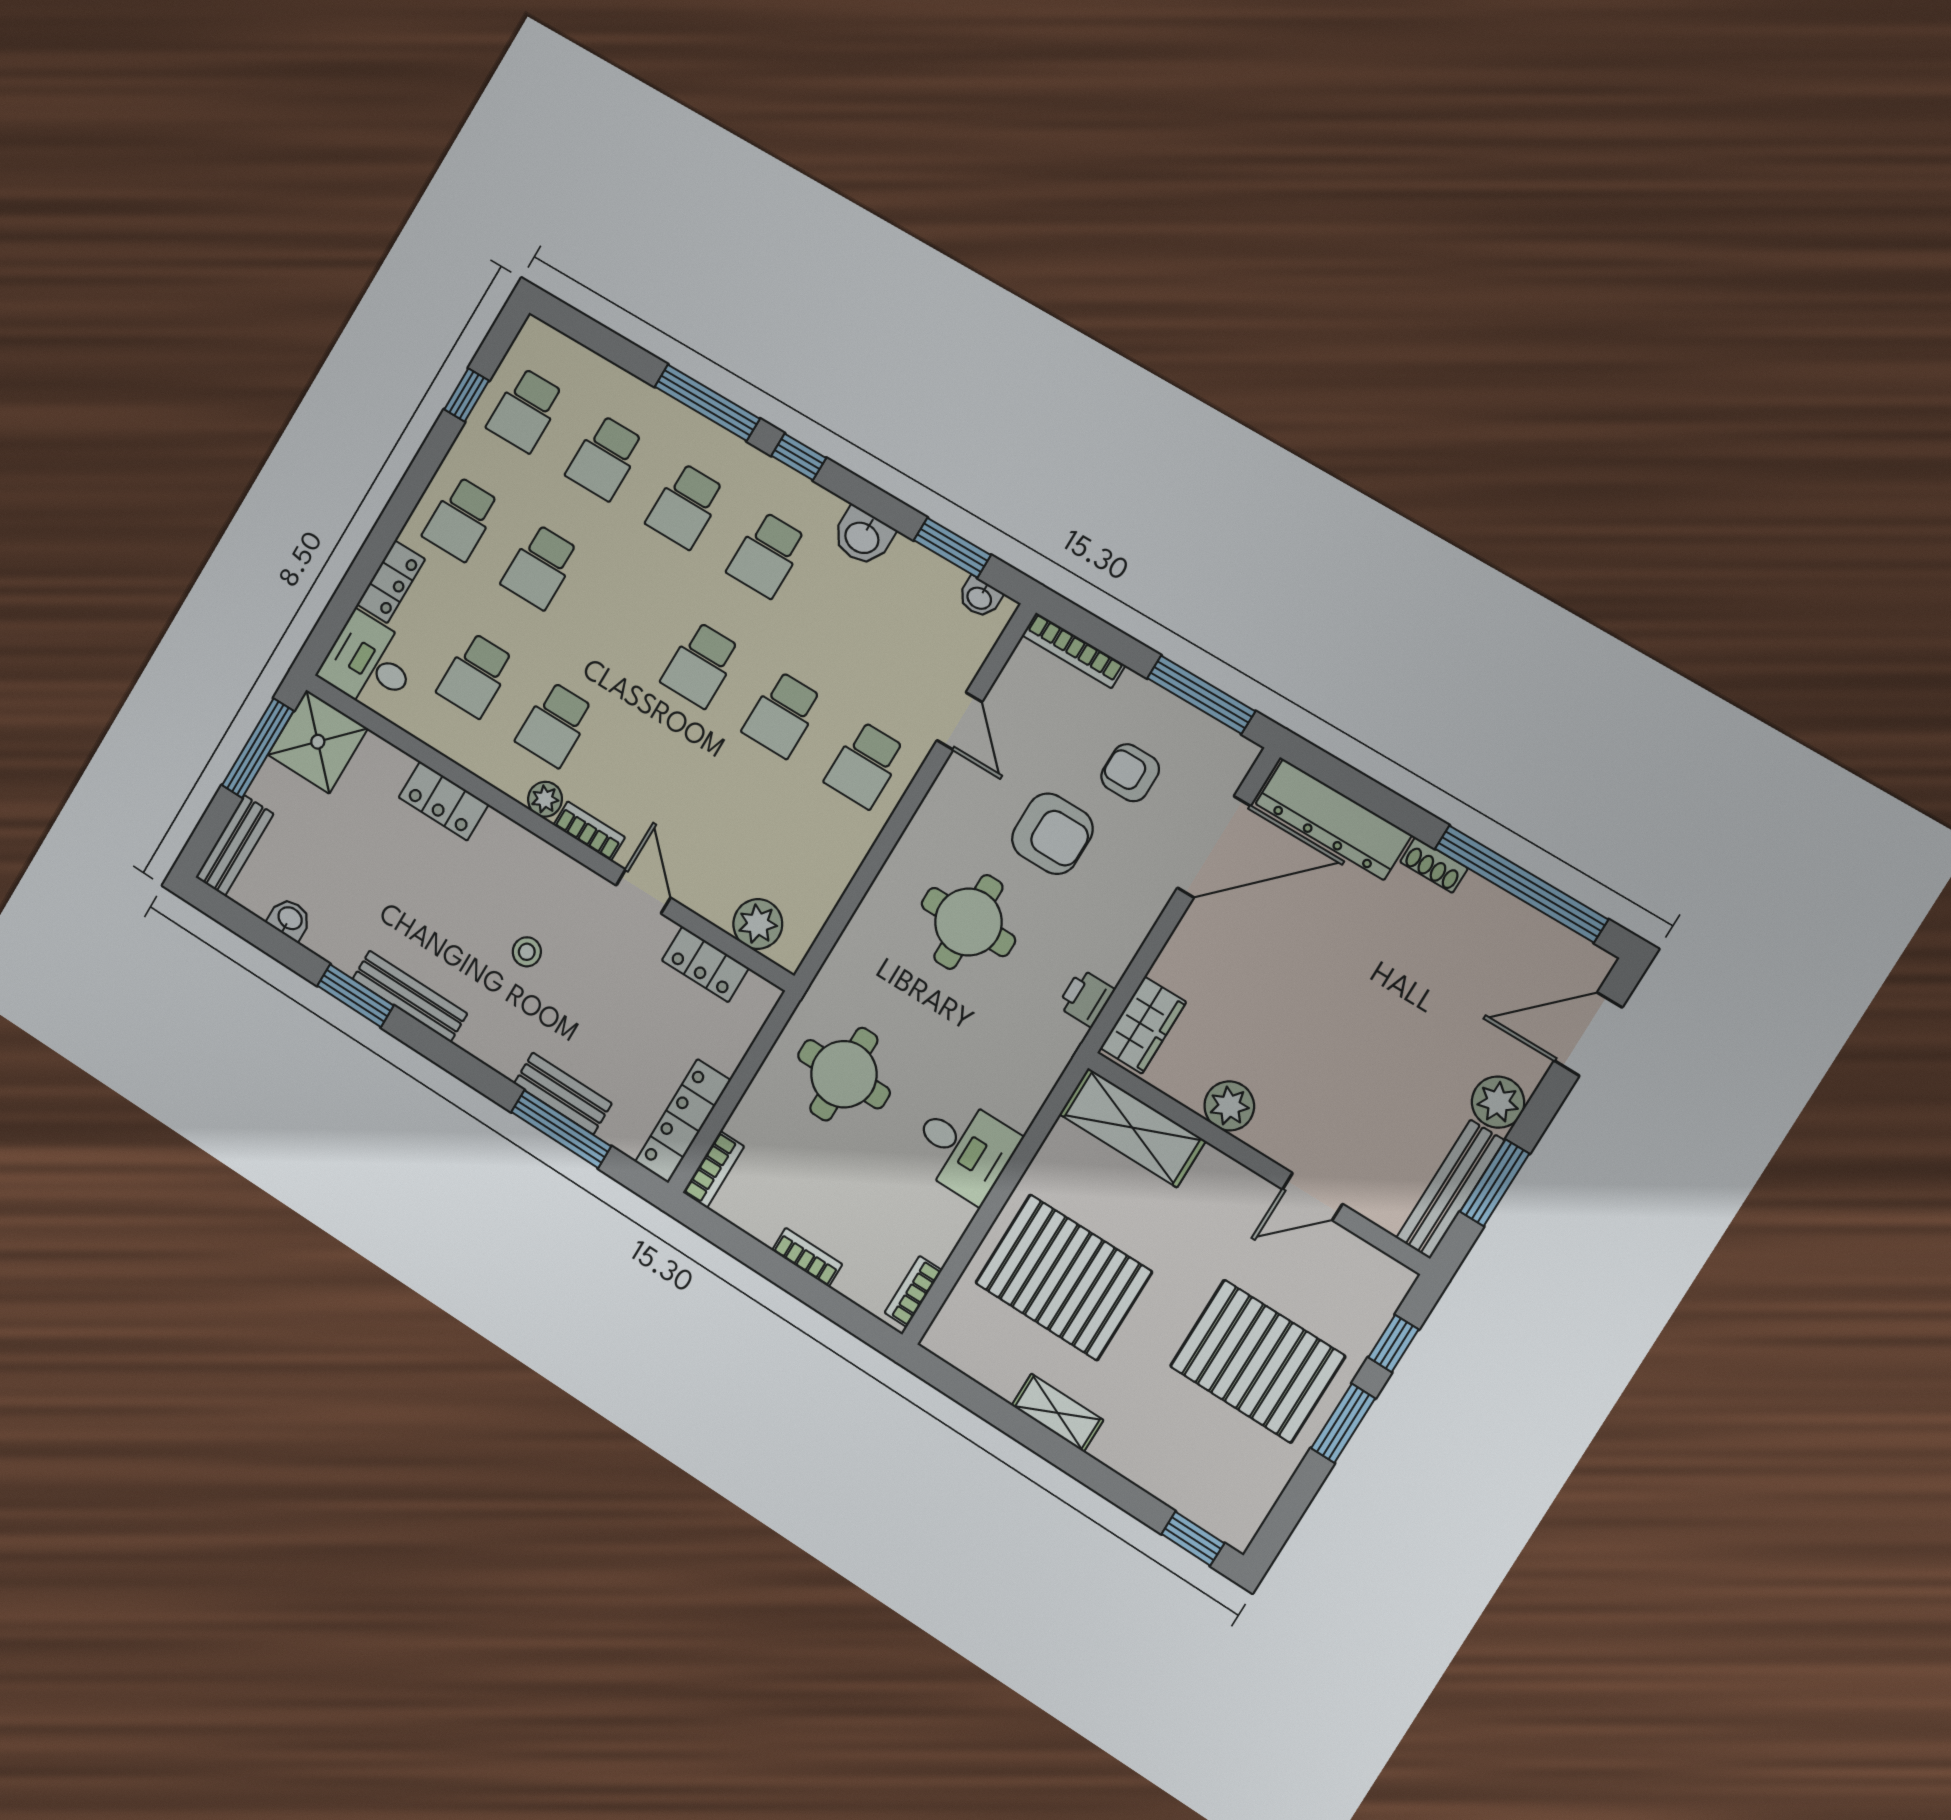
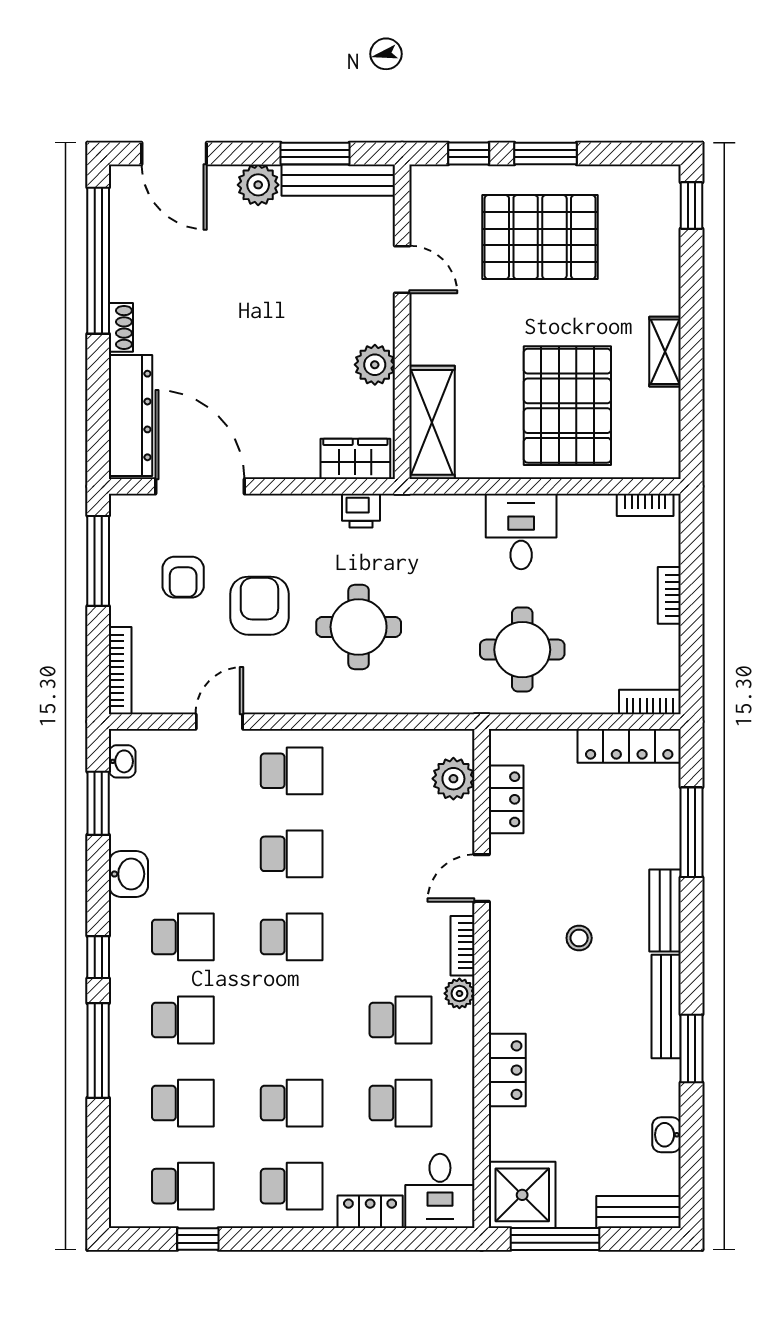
bench: (563, 1093) -> (665, 910), moved
pallet: (1257, 1361) -> (540, 237), turned 90

